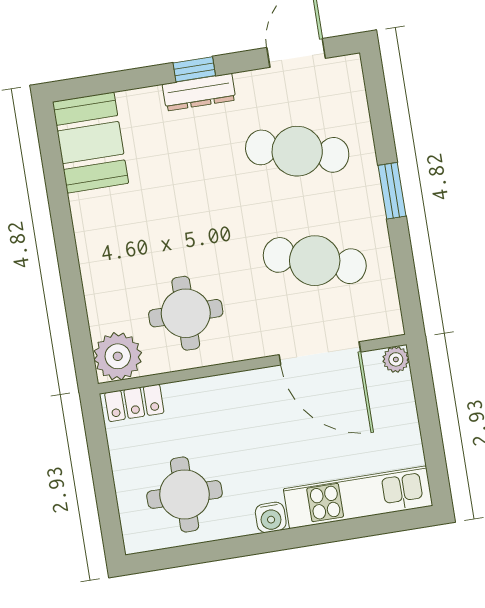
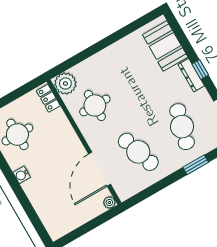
booth: (90, 143) -> (165, 46), moved, turned 90
window: (392, 191) -> (196, 165), moved
cafe table: (315, 261) -> (138, 152), turned -36
kitchen unit: (358, 497) -> (44, 209), removed

